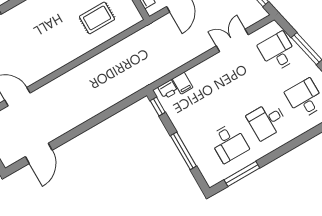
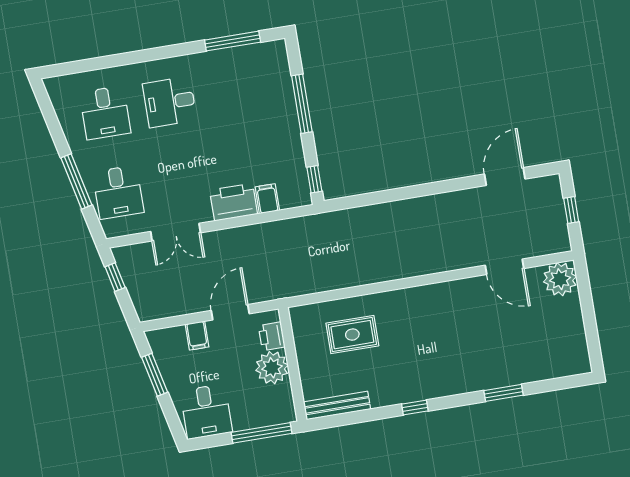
printer: (168, 89) -> (234, 202), moved, width x1.87, depth x1.48
desk: (267, 121) -> (170, 102), turned 180
desk: (229, 143) -> (234, 91), removed

